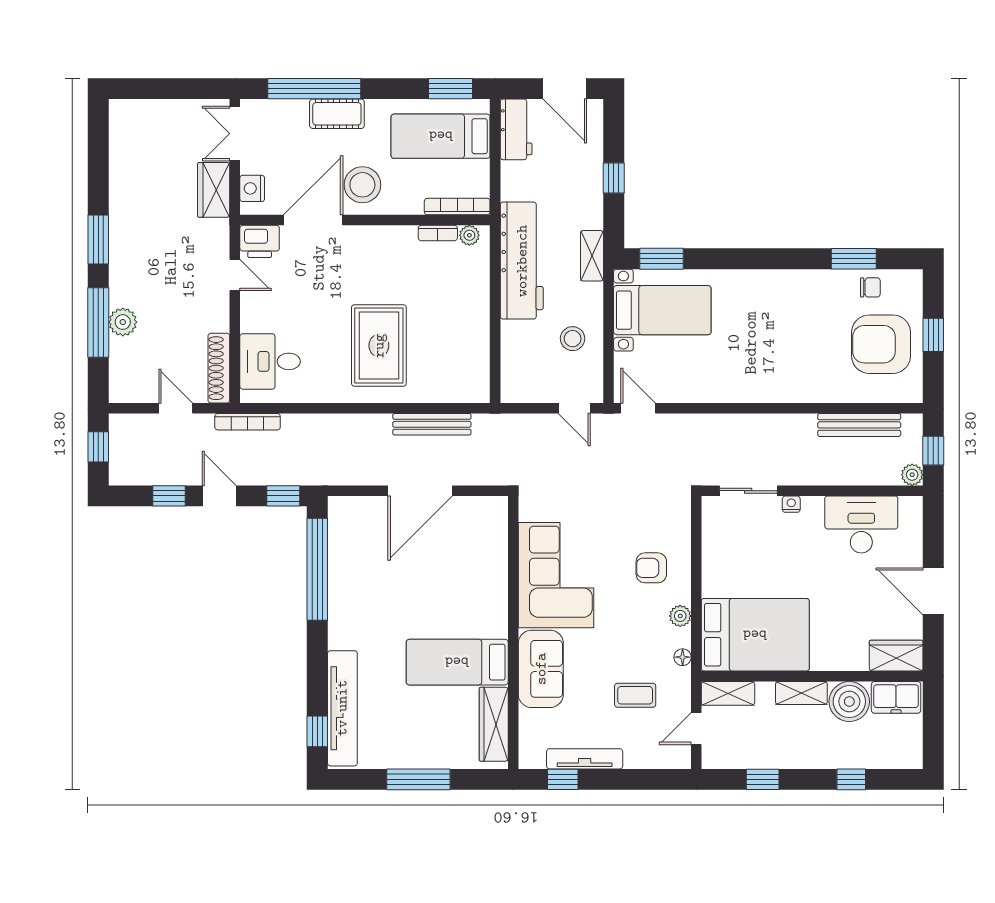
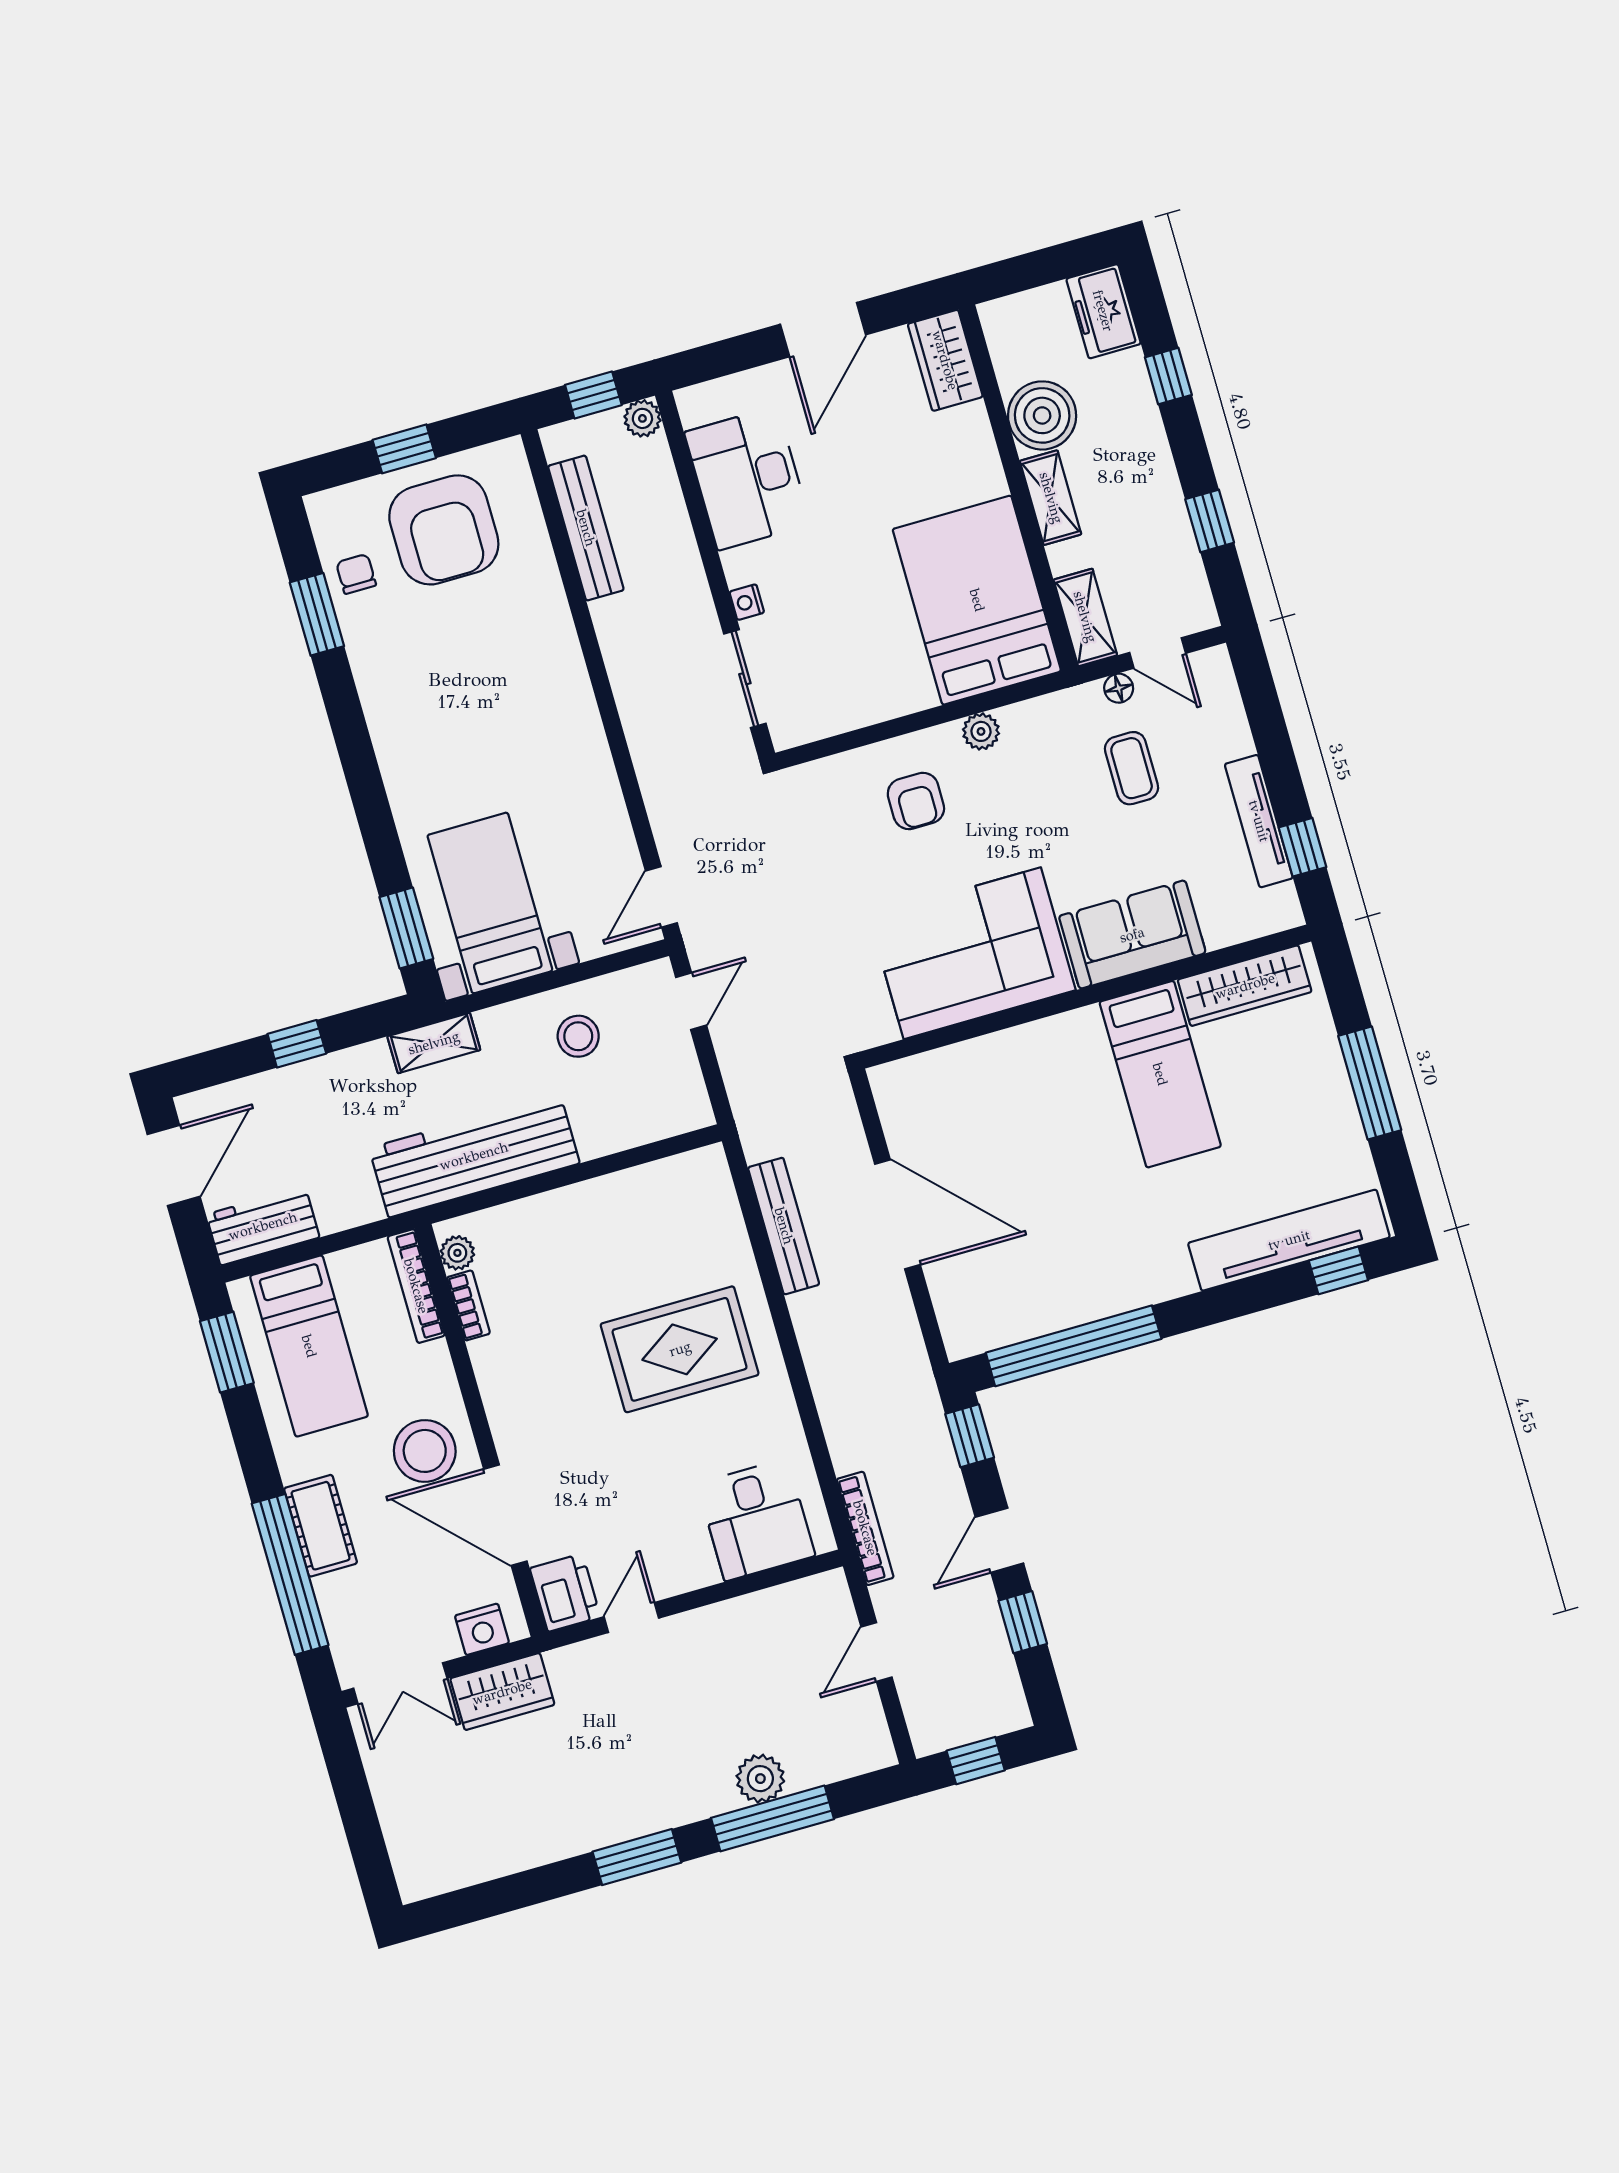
shoe rack: (219, 368) -> (791, 1600), removed
floor lamp: (683, 657) -> (1119, 688), moved
freezer: (896, 697) -> (1103, 311), moved, turned 180

